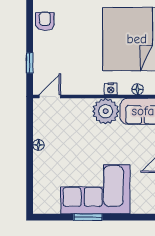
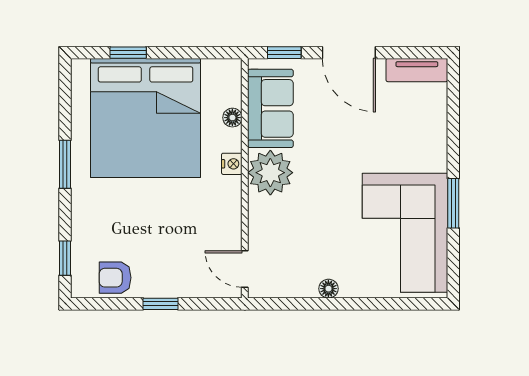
window: (30, 63) -> (160, 304), moved
corner sofa: (95, 189) -> (405, 233), moved

